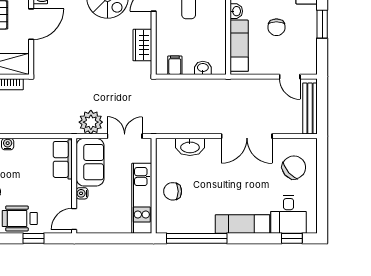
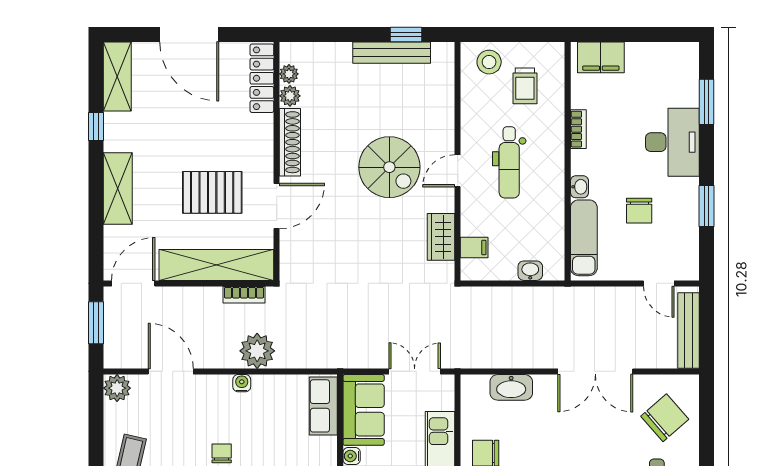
filing cabinet: (175, 65) -> (474, 248), moved, turned 90
plant: (91, 122) -> (257, 351), moved

